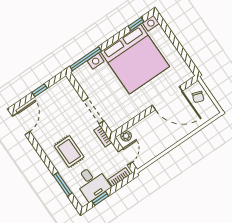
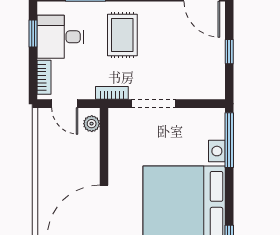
rug: (69, 152) -> (122, 35), turned 90

